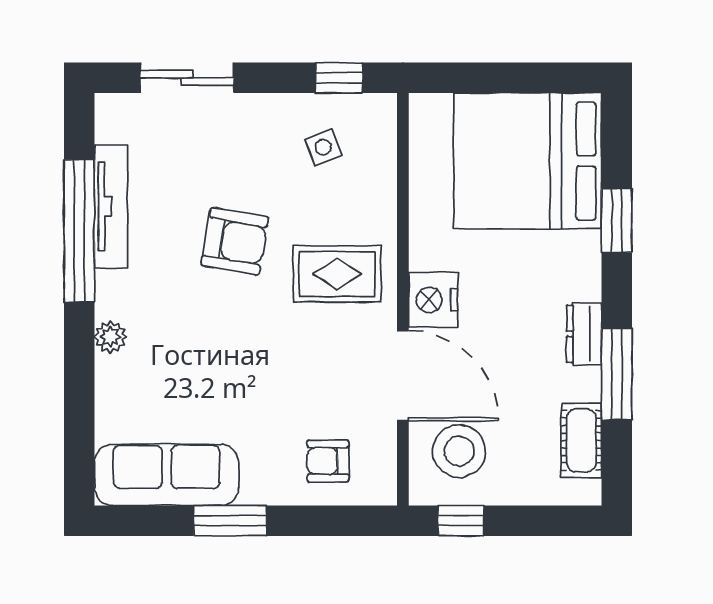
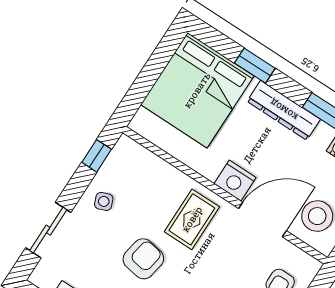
side table: (323, 147) -> (104, 201), moved
dresser: (584, 334) -> (284, 110), width x1.96, depth x1.24

